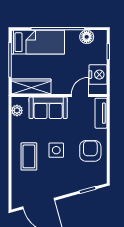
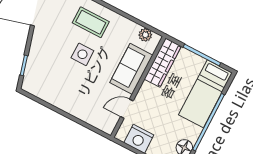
door: (80, 95) -> (127, 109), swing flipped
tv unit: (101, 113) -> (97, 121), removed
armchair: (90, 151) -> (63, 89), removed

